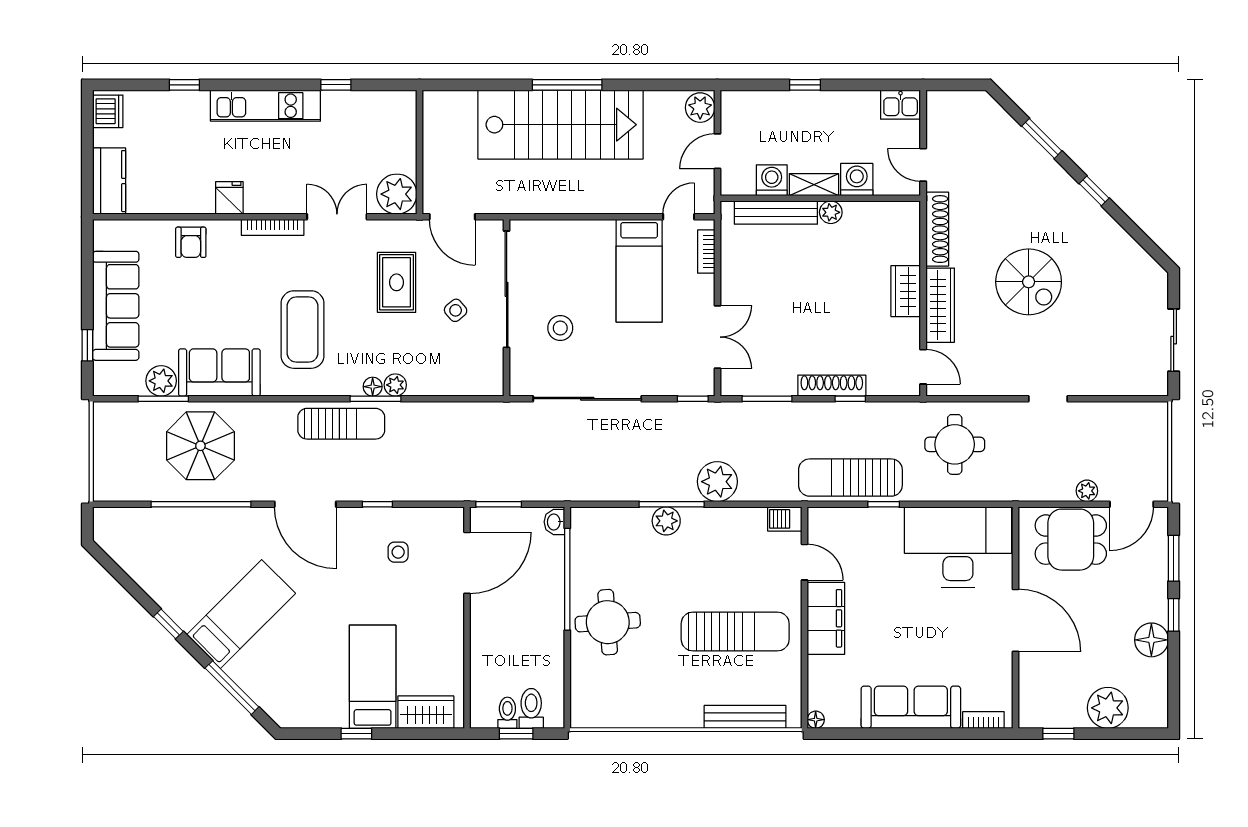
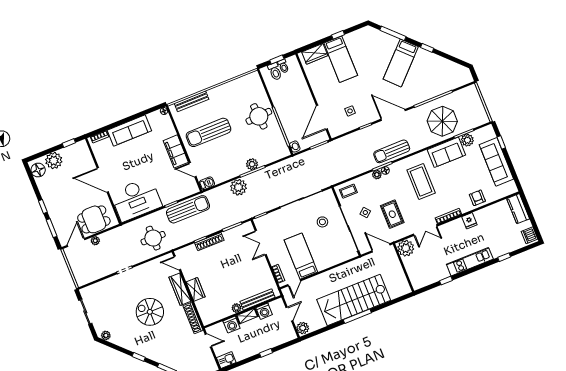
plant: (1149, 269) -> (106, 335), added
coffee table: (474, 374) -> (348, 191), added
floor lamp: (1151, 640) -> (38, 170), moved

